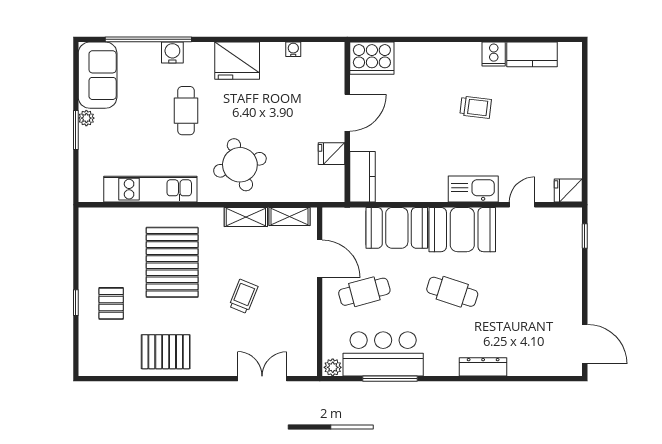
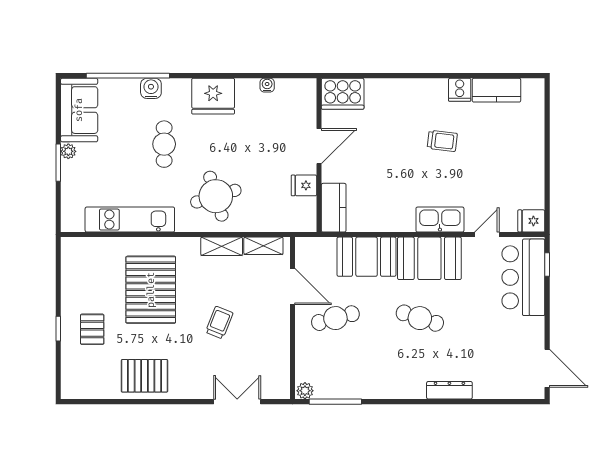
bar counter: (383, 354) -> (523, 277), moved, turned -90
window: (390, 379) -> (335, 402), moved

